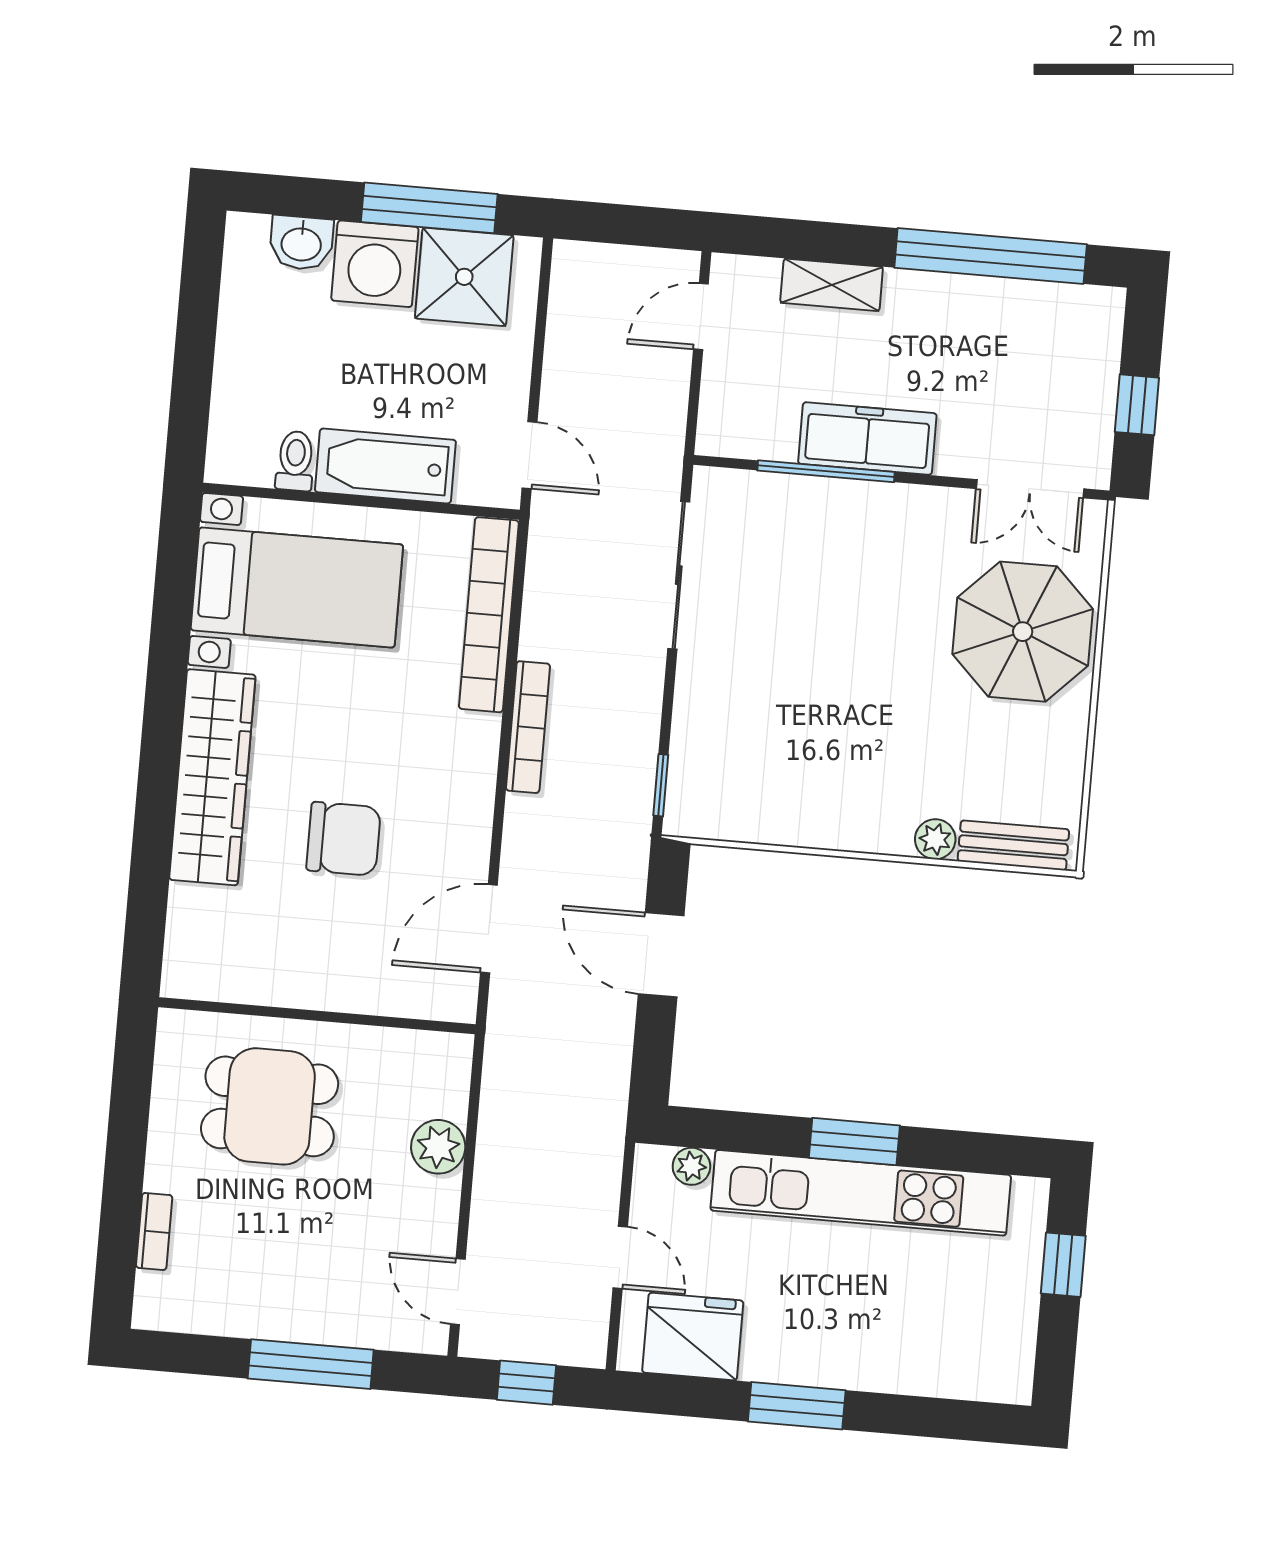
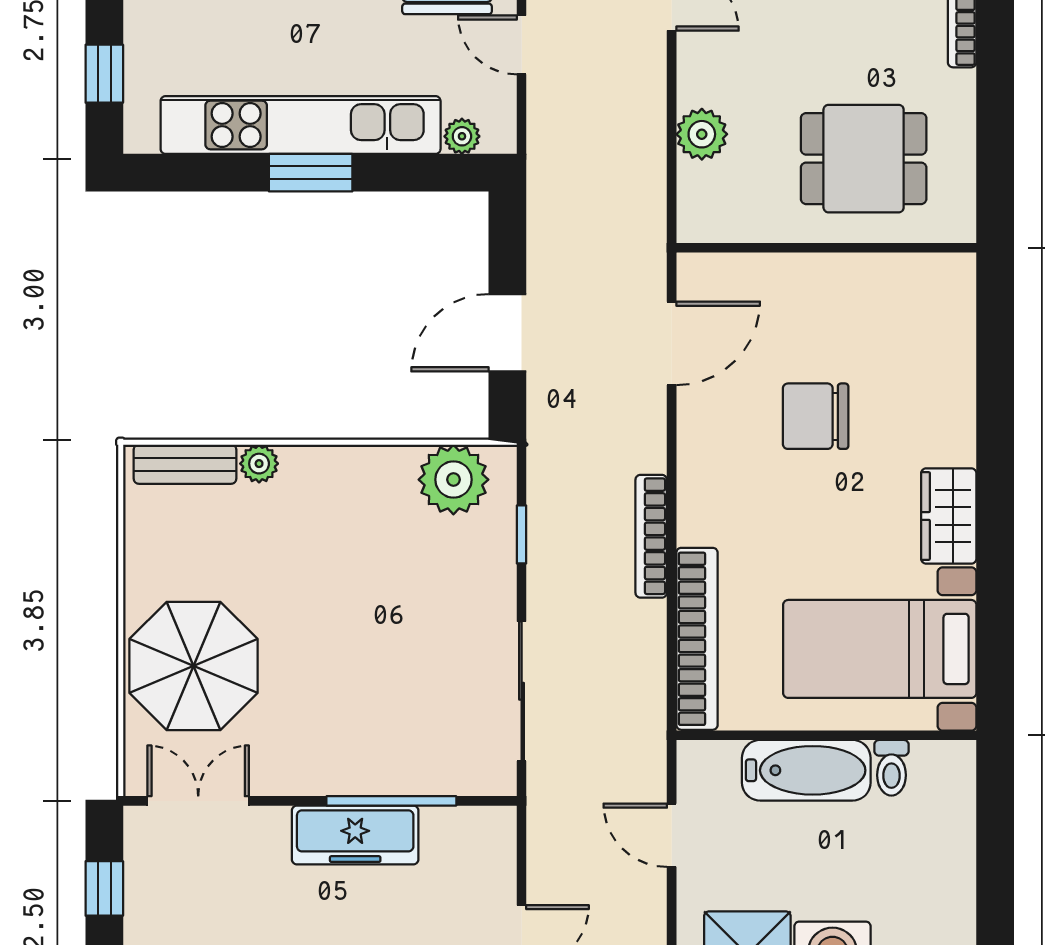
door: (530, 455) -> (672, 835), moved
wardrobe: (212, 777) -> (949, 516), width x0.48, depth x0.85
window: (661, 785) -> (522, 534), moved
plant: (731, 805) -> (453, 480), added
door: (661, 955) -> (507, 333), swing flipped

